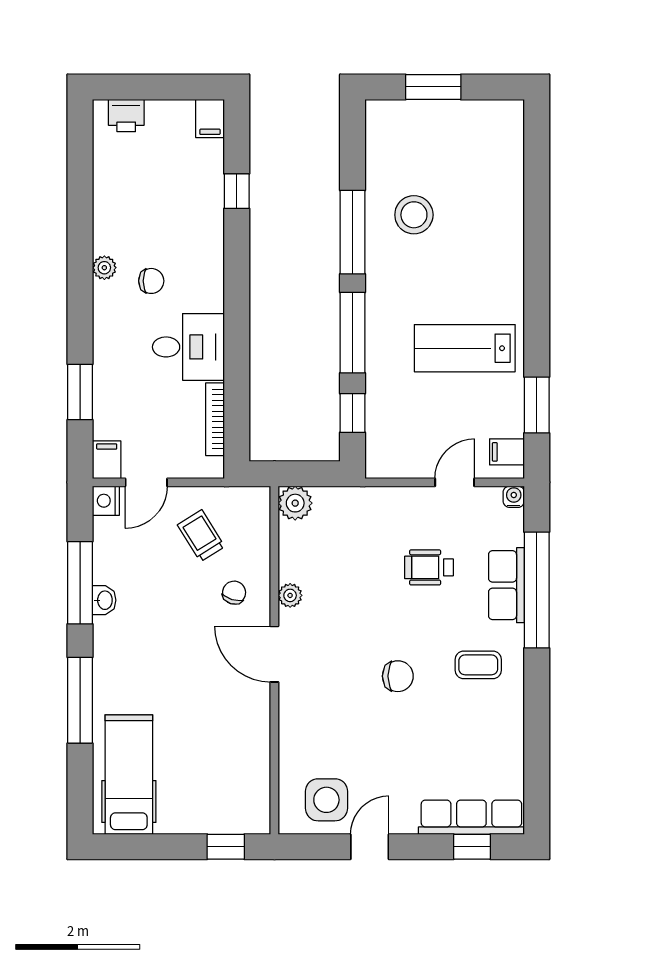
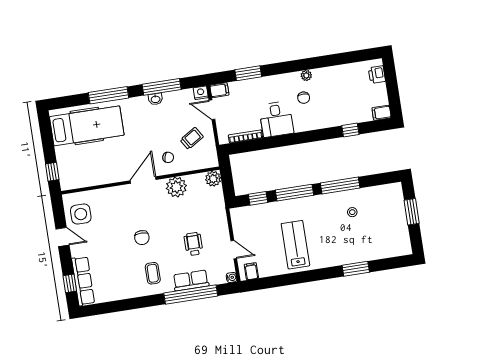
stool: (414, 215) -> (352, 212), width x0.53, depth x0.53
window: (537, 405) -> (356, 269), moved
plant: (290, 595) -> (176, 187), width x1.88, depth x1.88
hospital bed: (129, 775) -> (87, 126), width x1.37, depth x1.29

